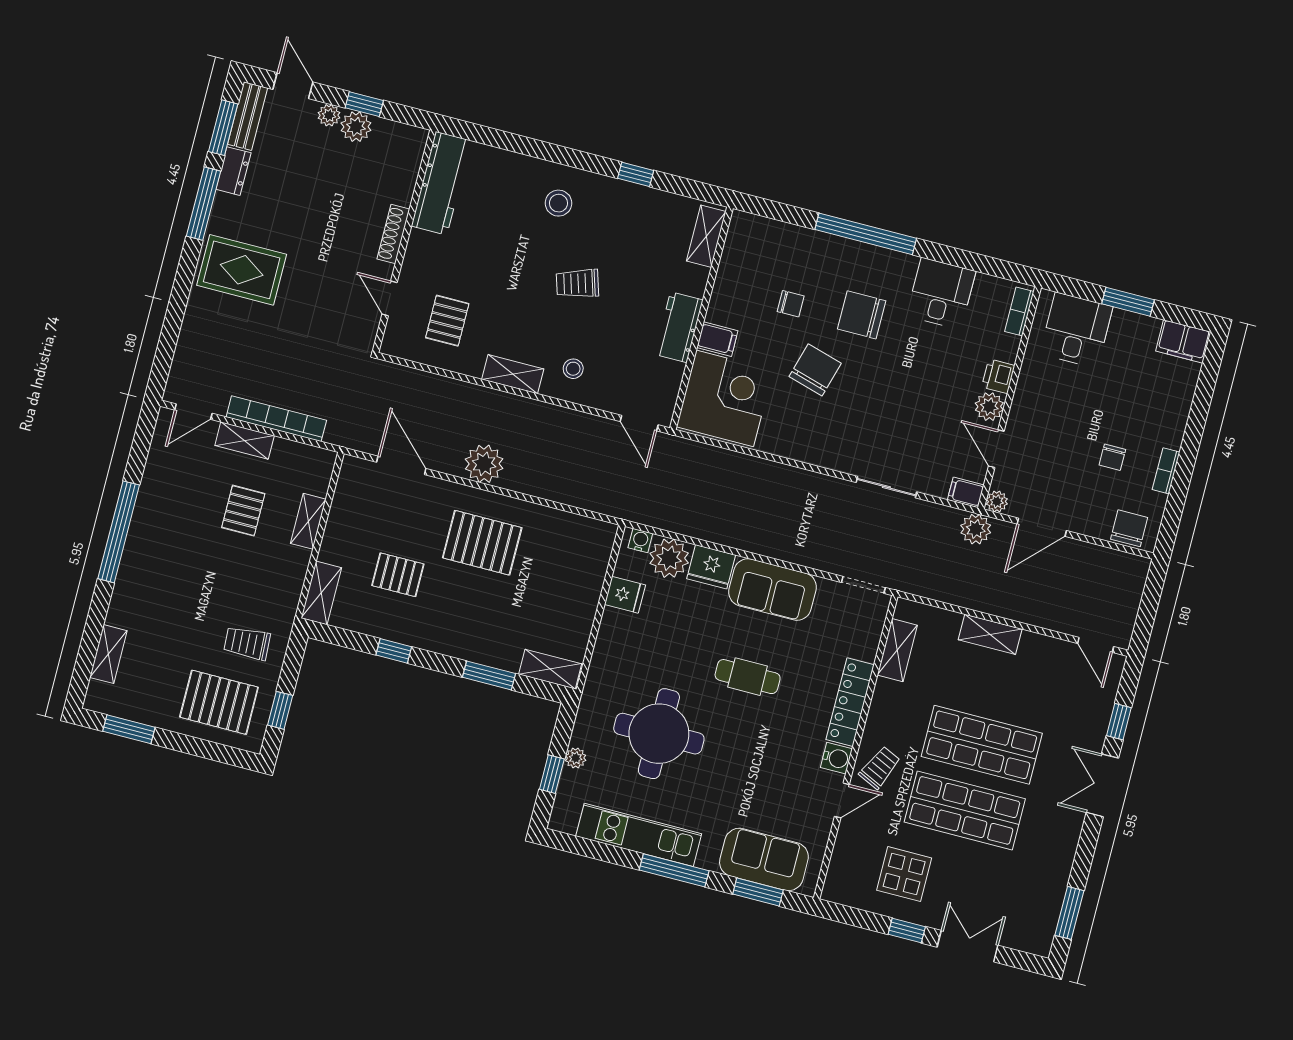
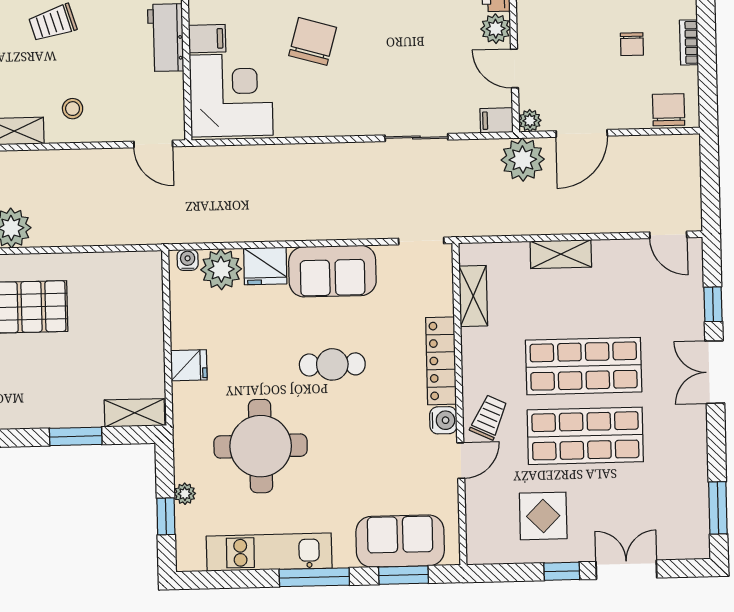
plant: (976, 529) -> (523, 160), width x1.36, depth x1.36
fridge: (625, 595) -> (189, 365), moved

